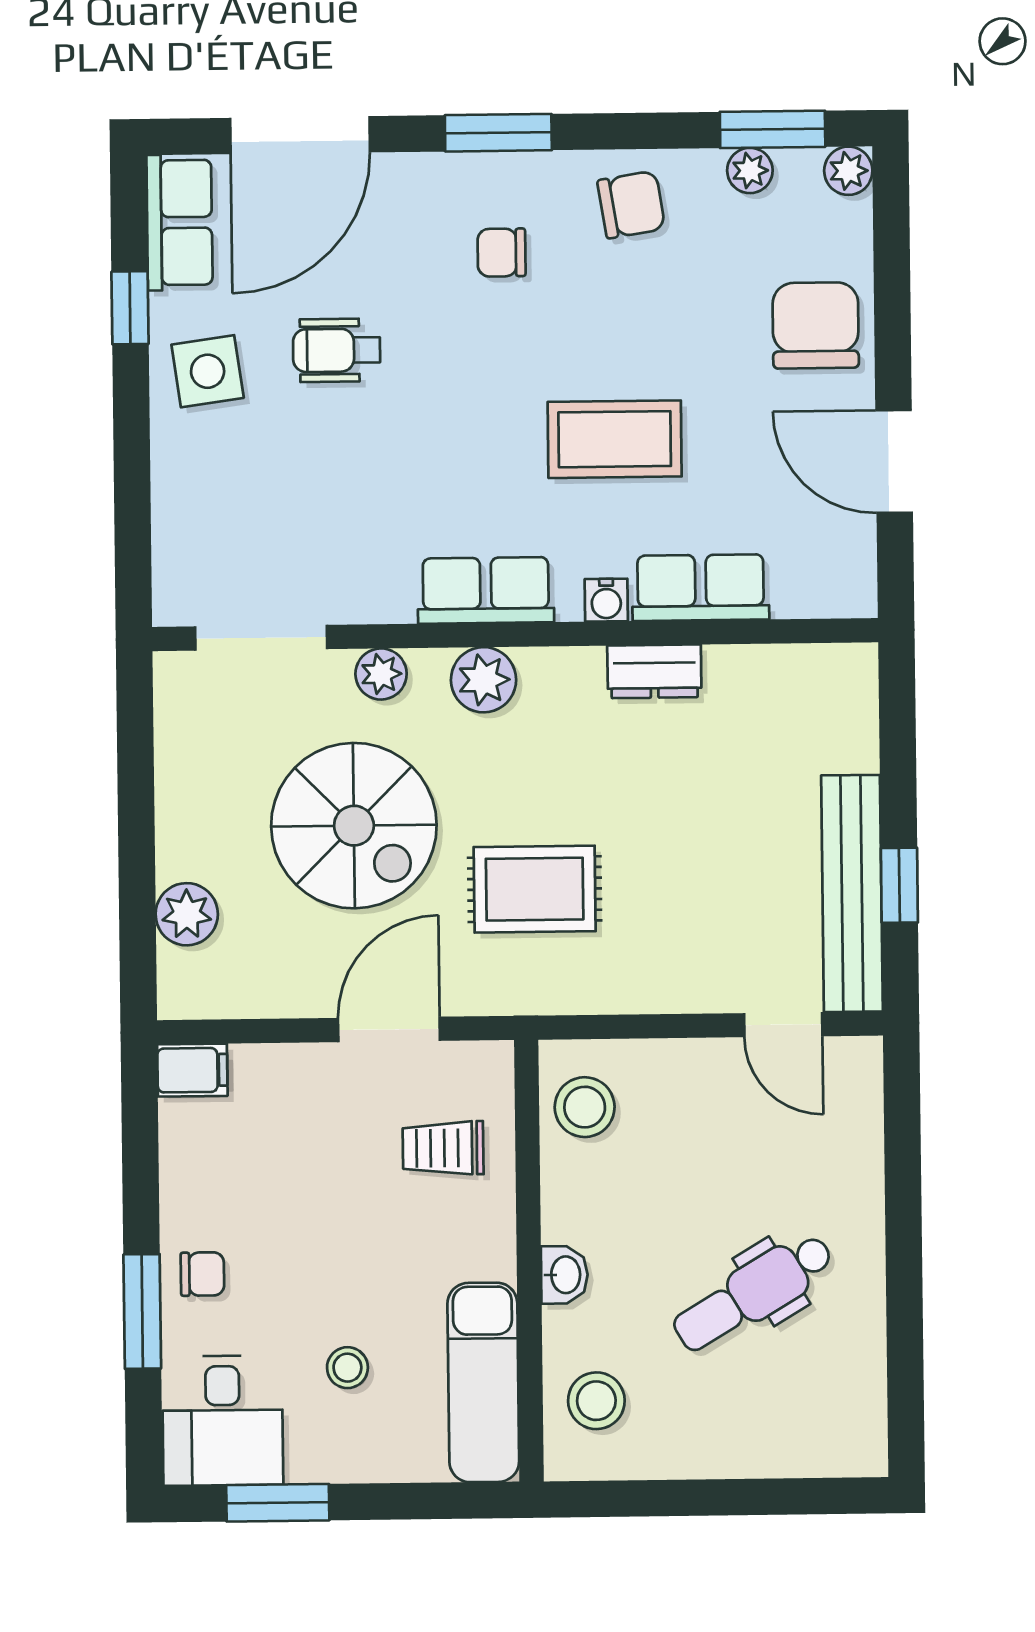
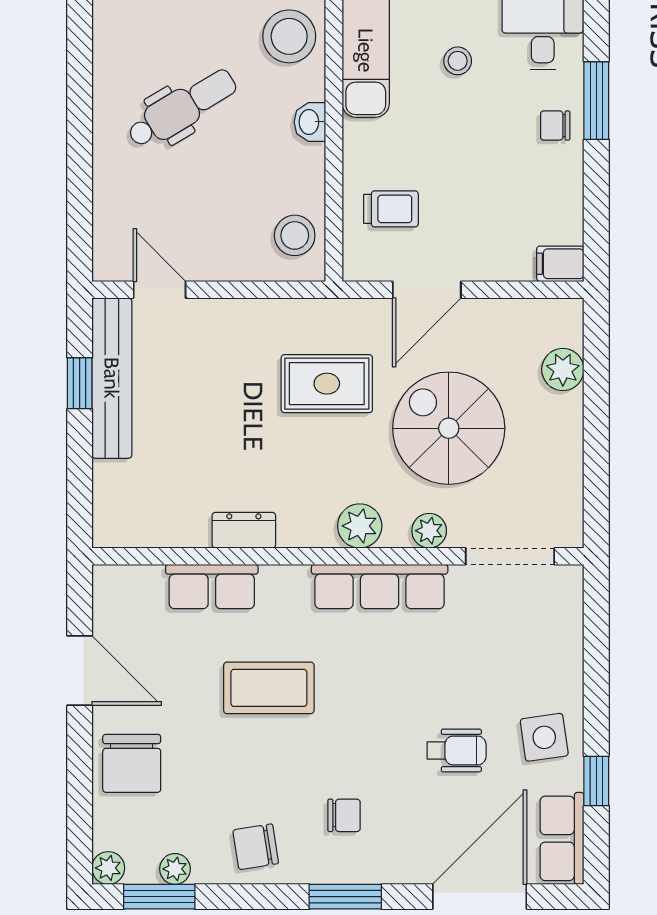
row of seats: (486, 590) -> (380, 587), width x1.48
water cooler: (606, 600) -> (276, 579), removed
stool: (596, 1401) -> (289, 36), width x1.38, depth x1.38

